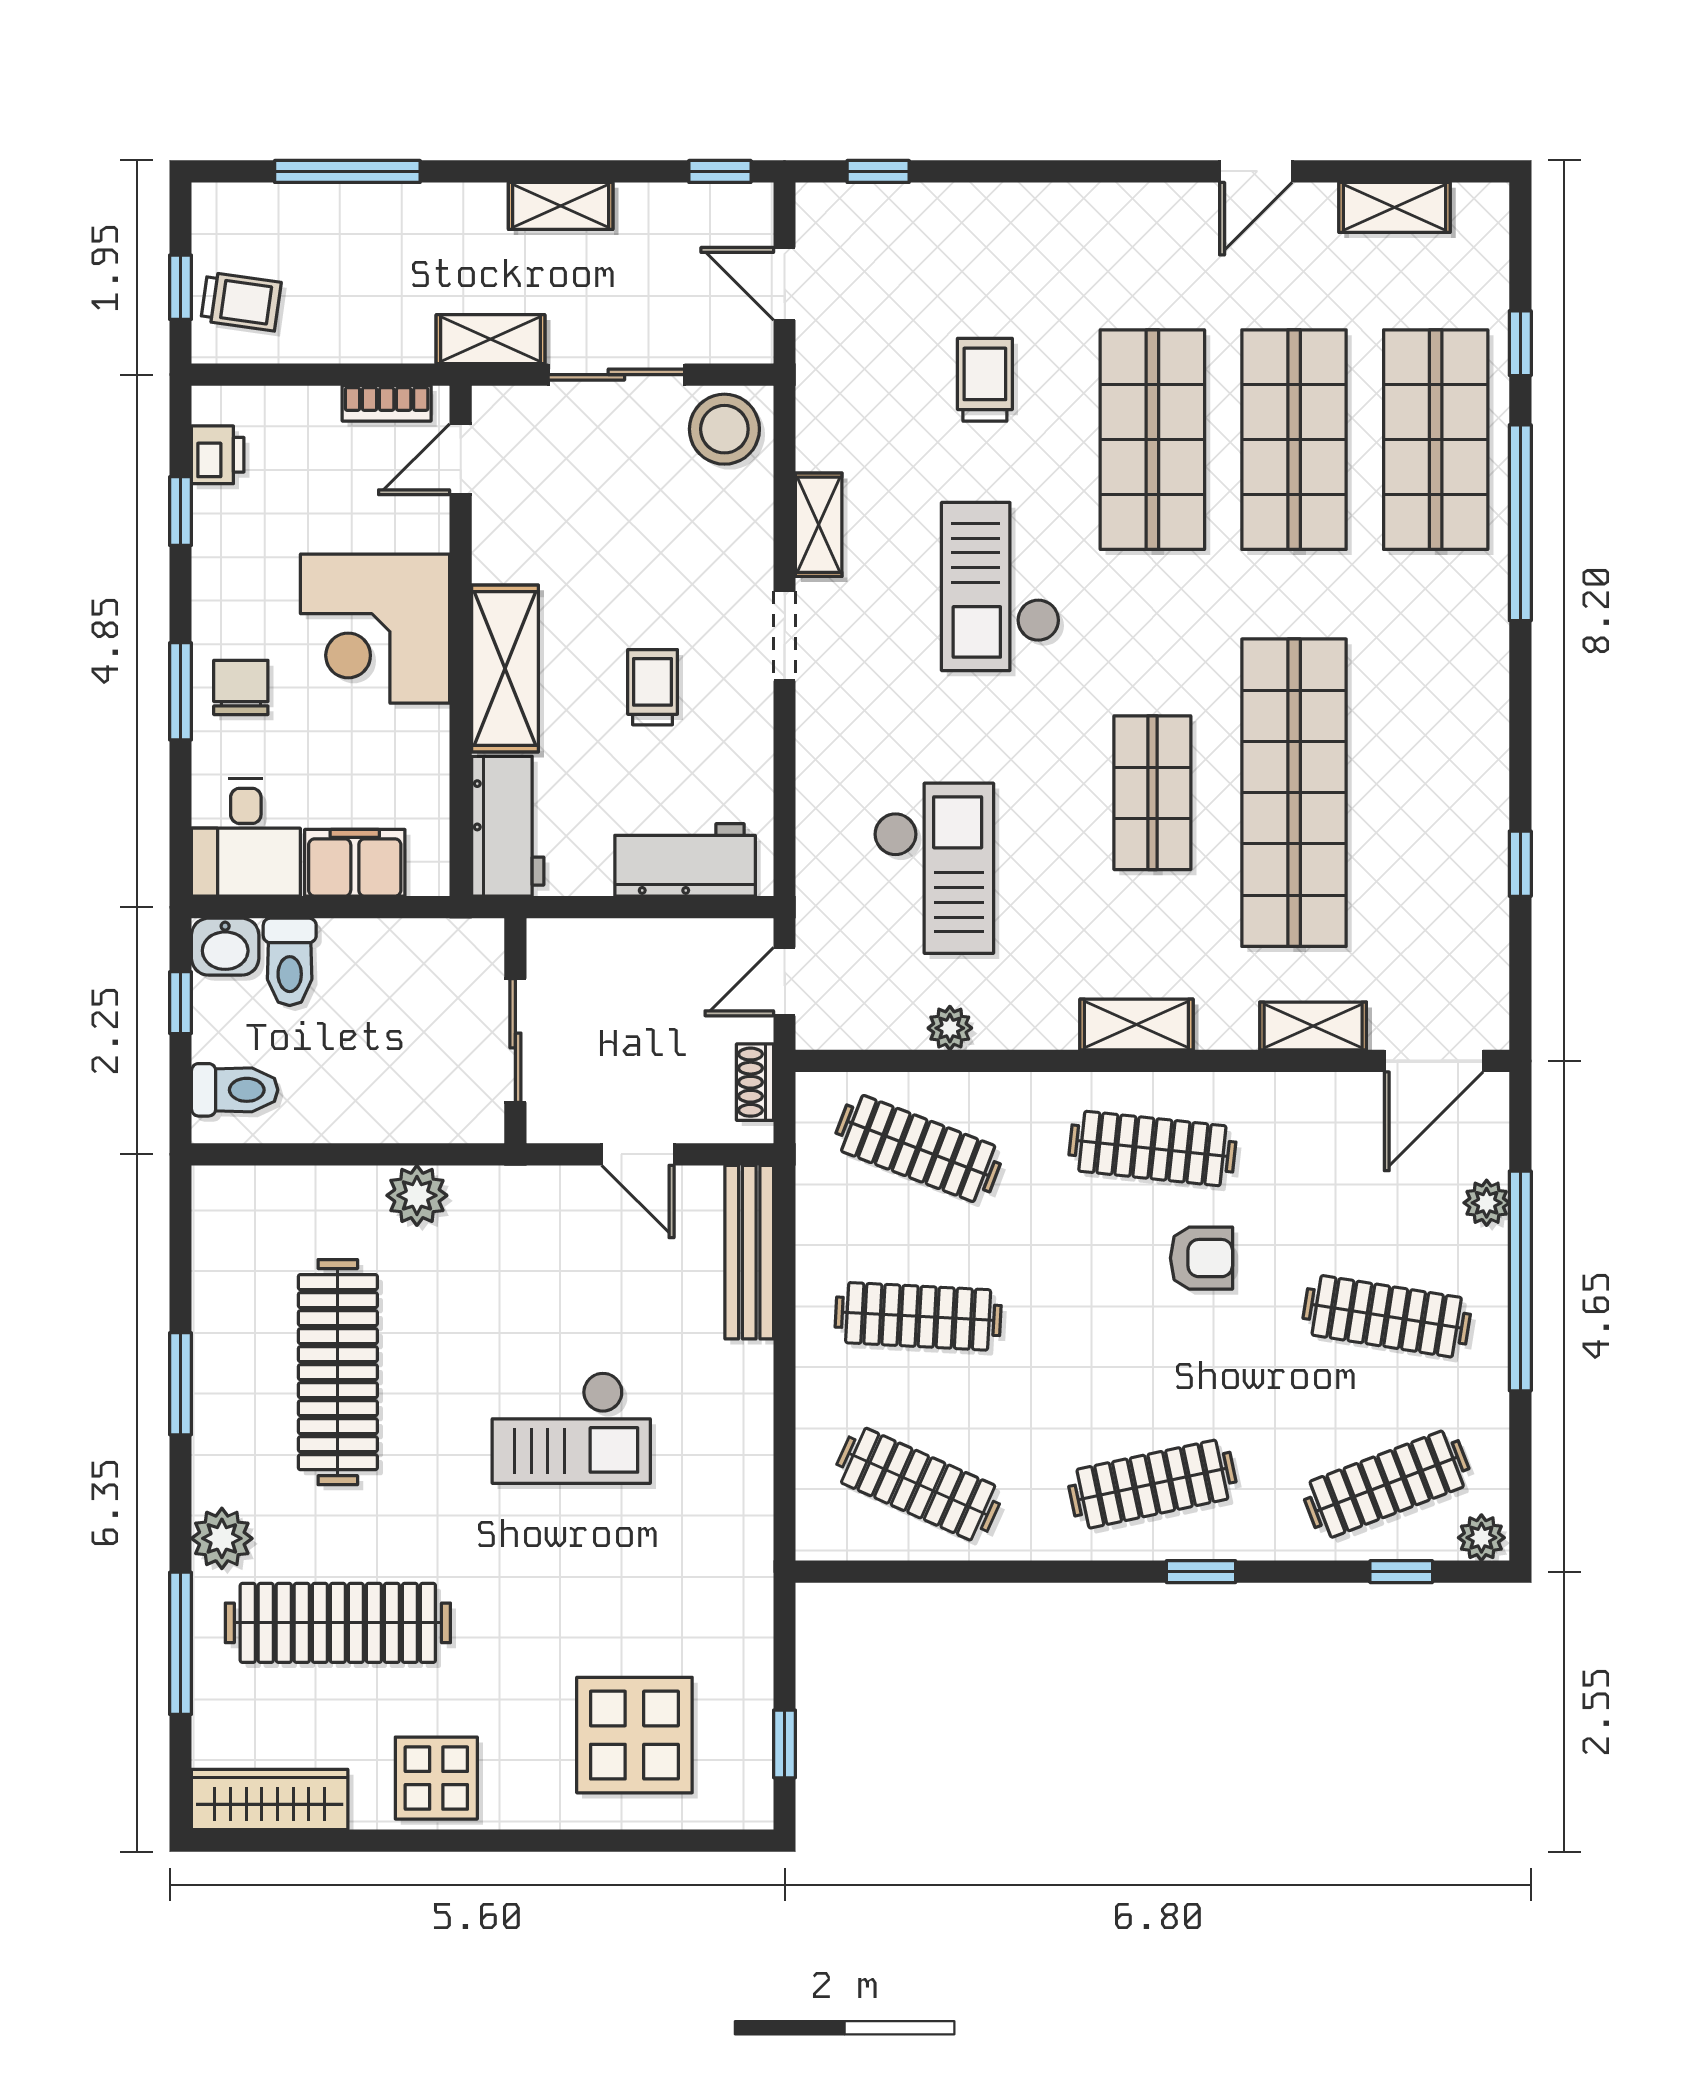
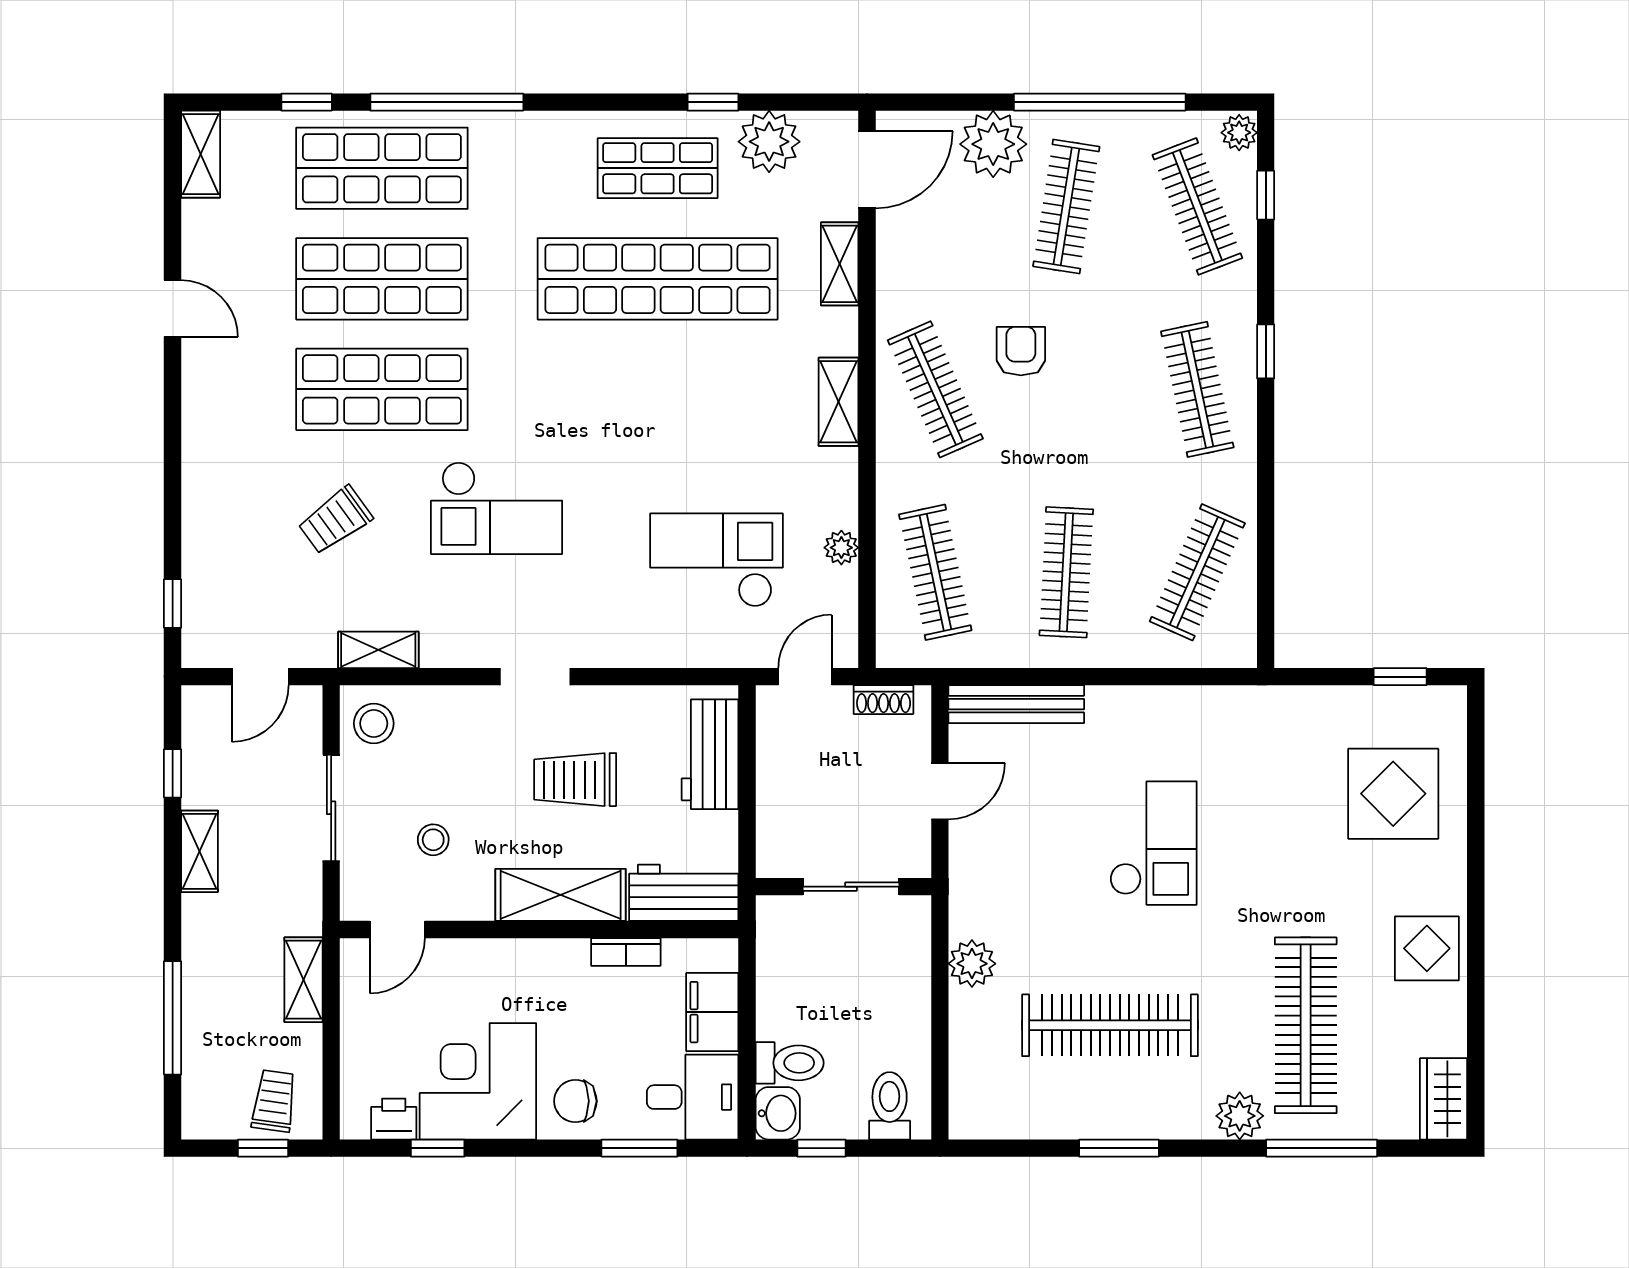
window: (720, 171) -> (173, 773), moved
shelving: (1394, 207) -> (201, 154), moved
shelving: (490, 339) -> (303, 980), moved
trolley: (985, 380) -> (335, 520), turned -36
bookcase: (387, 403) -> (626, 952), moved, turned 90
stool: (724, 429) -> (374, 723), width x0.73, depth x0.73
door: (461, 459) -> (397, 930), hinge flipped
stool: (575, 505) -> (433, 840), added
shelving: (819, 525) -> (378, 650), moved
corner desk: (375, 629) -> (478, 1081), moved, turned 180
trolley: (653, 687) -> (575, 780), width x1.36, depth x1.39
window: (180, 691) -> (639, 1148), moved
shop shelf: (1152, 793) -> (658, 168), moved
plant: (1470, 936) -> (769, 142), added
door: (785, 982) -> (805, 677), swing flipped
door: (1434, 1061) -> (867, 170), hinge flipped
clothes rail: (918, 1148) -> (935, 572), turned -33
clothes rail: (1152, 1148) -> (935, 389), turned -30
plant: (1487, 1203) -> (993, 144), width x1.88, depth x1.88
window: (1520, 1281) -> (1100, 102), moved
wardrobe: (270, 1799) -> (1444, 1099), width x0.67

